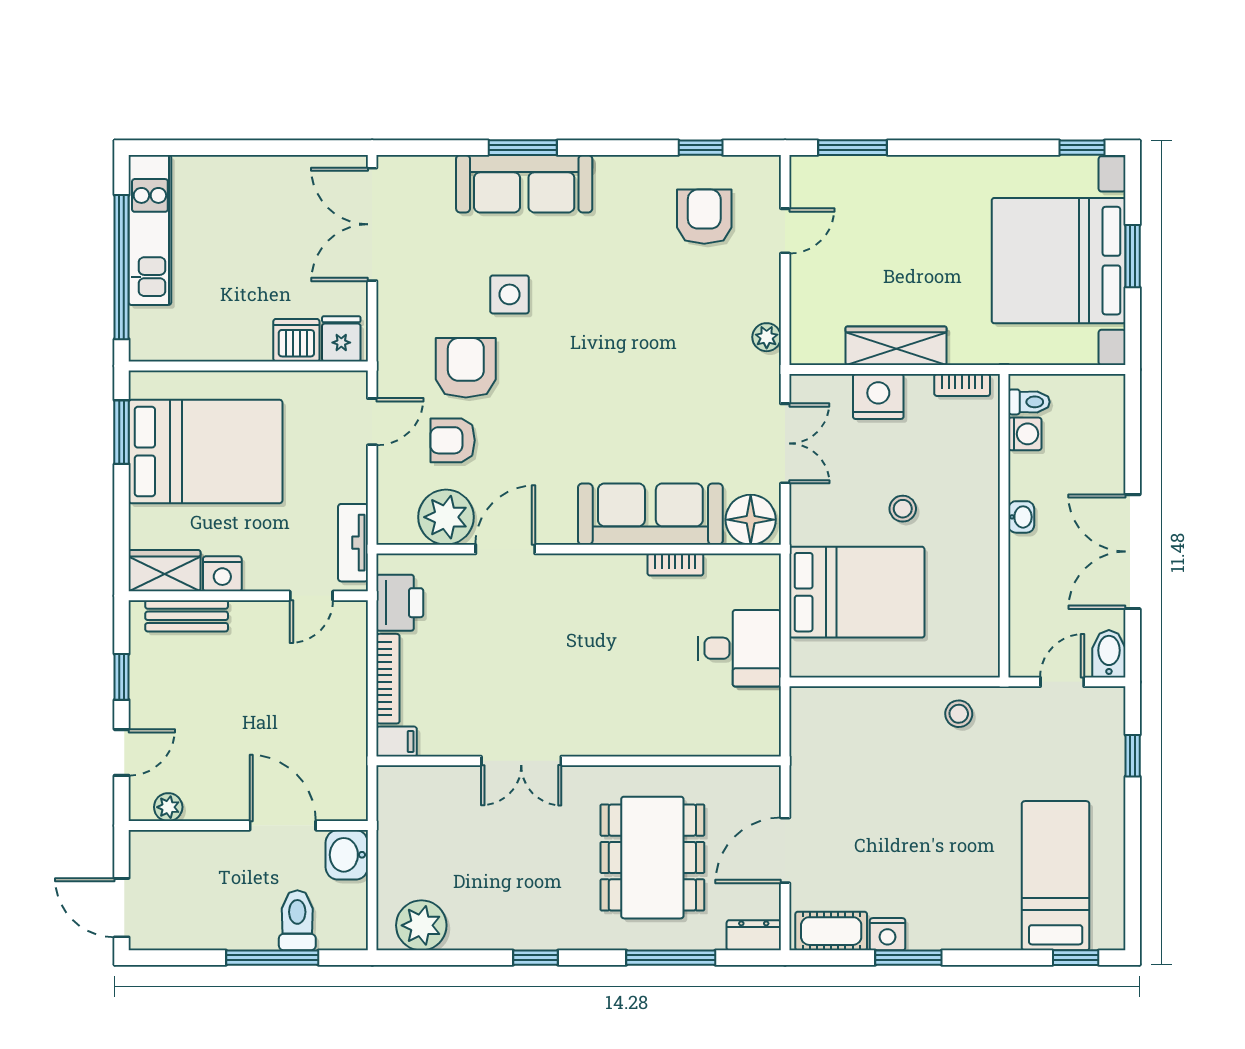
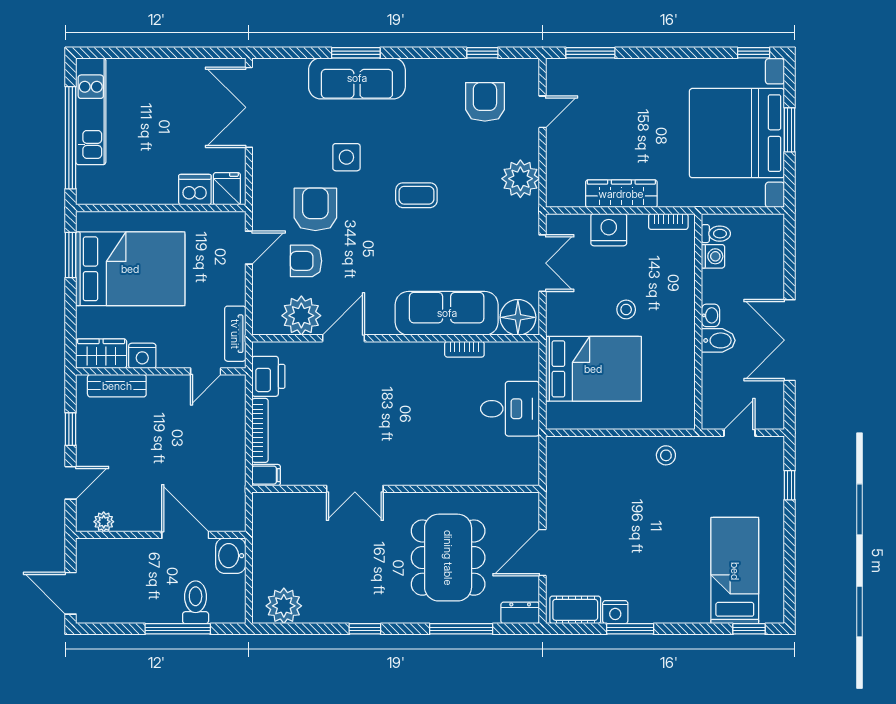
plant: (767, 337) -> (520, 179), width x1.88, depth x1.88
coffee table: (608, 348) -> (416, 195), added
bidet: (1109, 654) -> (718, 340), moved, turned 90

